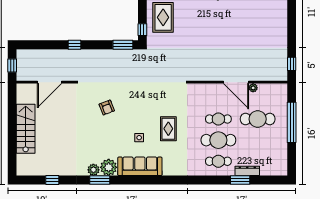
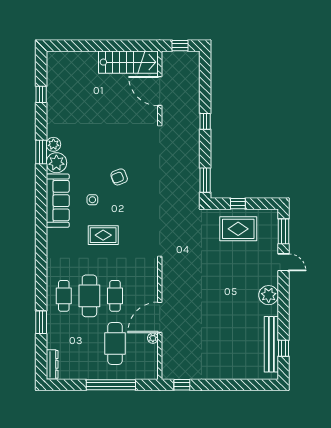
window: (142, 30) -> (238, 204), moved
armchair: (107, 108) -> (119, 177), moved
stairs: (26, 129) -> (128, 62), moved
dresser: (247, 171) -> (52, 364), moved

